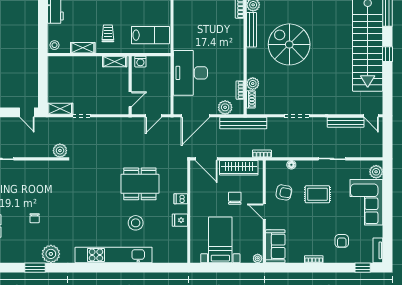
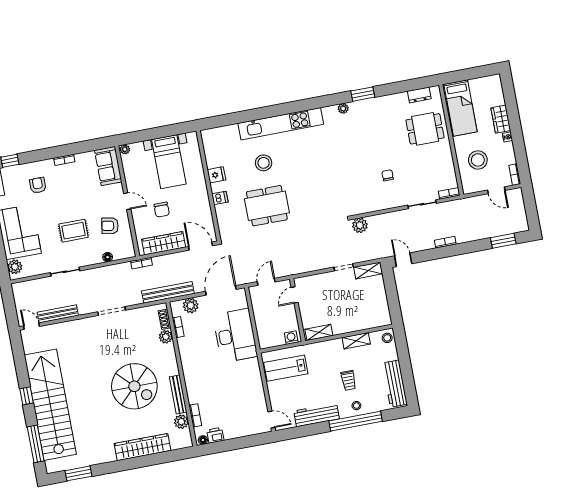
trolley: (108, 33) -> (348, 380), moved
chair: (35, 218) -> (388, 175), moved
plant: (51, 254) -> (343, 108), width x0.53, depth x0.53

